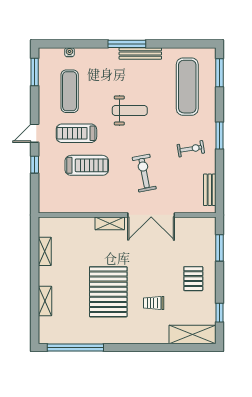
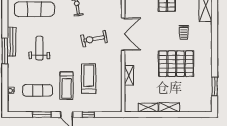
window: (35, 72) -> (42, 115), moved
weight bench: (130, 110) -> (39, 48), moved
shelving: (110, 223) -> (129, 75), moved
shelving: (45, 301) -> (169, 107), moved
window: (75, 348) -> (215, 86), width x0.47

